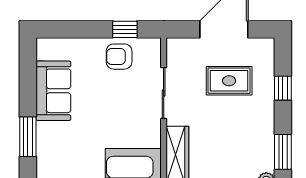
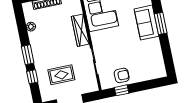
sofa: (53, 91) -> (146, 23), moved
window: (283, 152) -> (28, 55), moved

